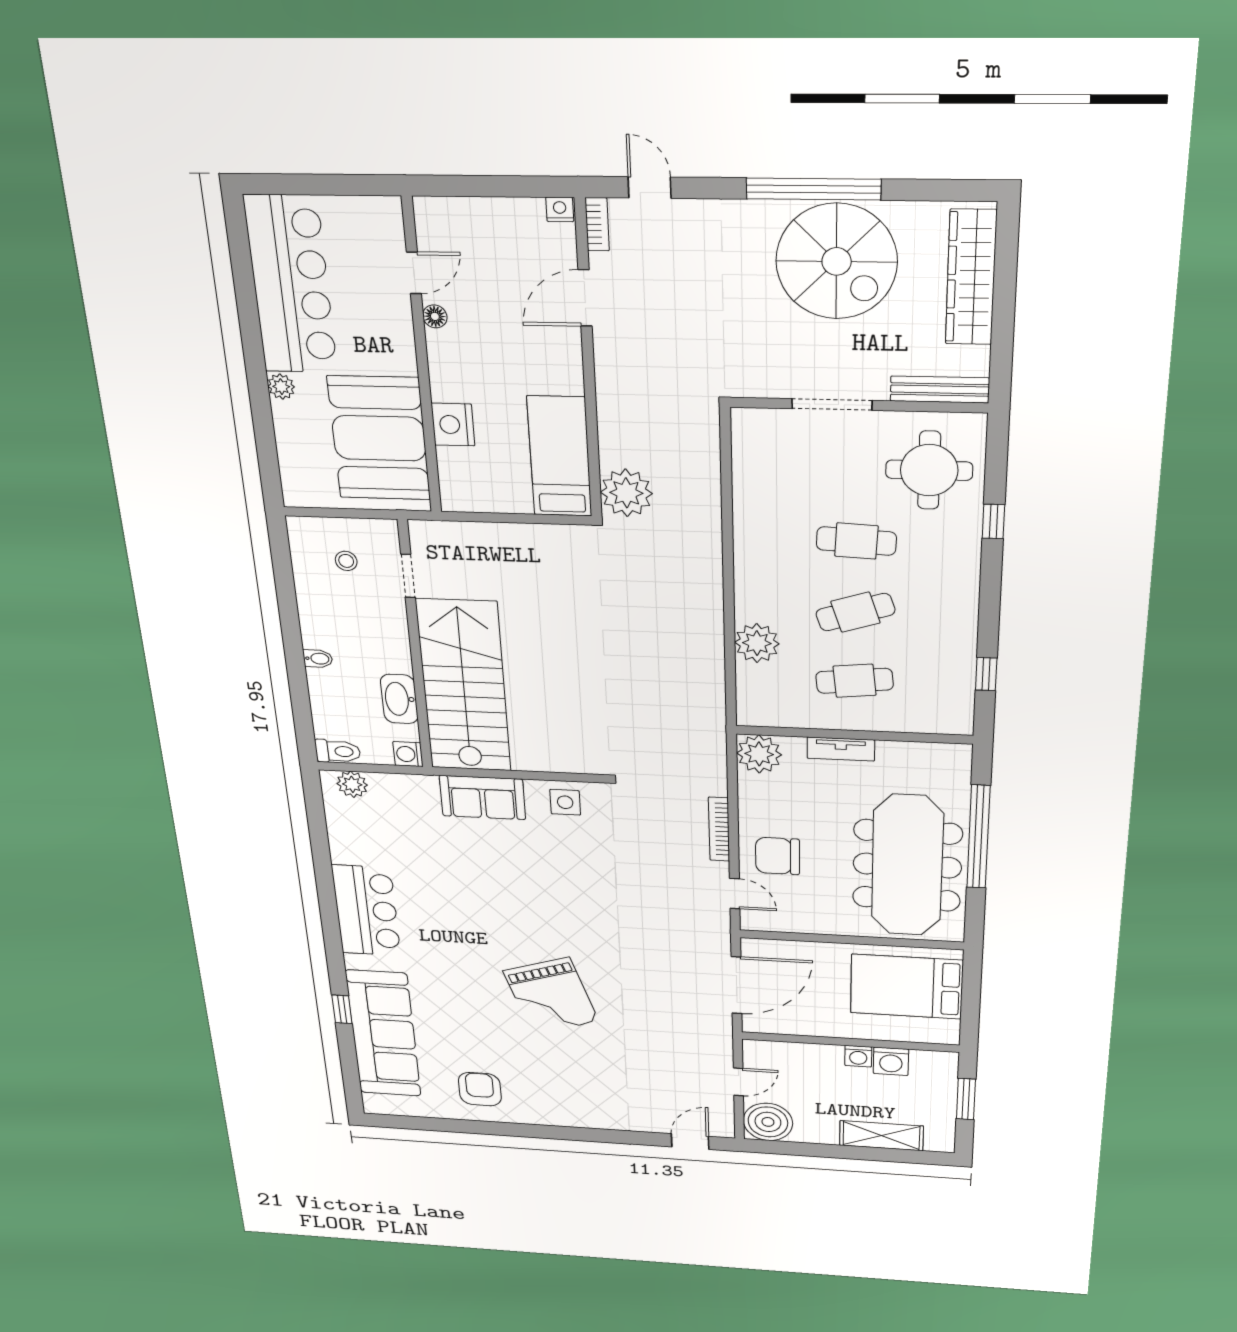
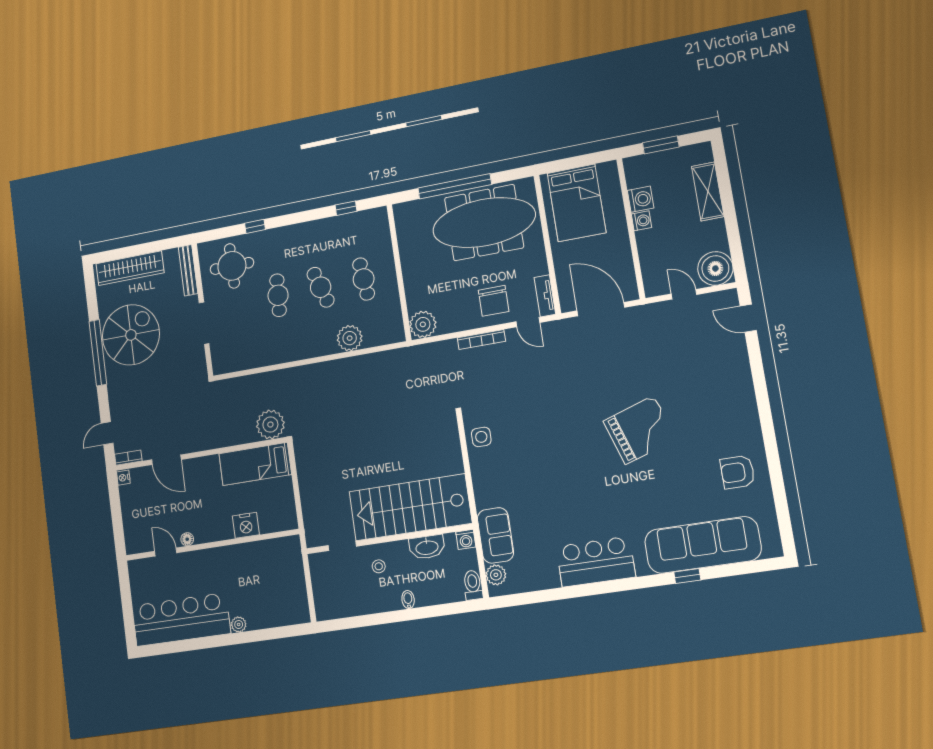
booth: (379, 438) -> (260, 567), removed
stool: (346, 561) -> (379, 566), moved
tv unit: (841, 749) -> (545, 296), moved, turned 180
sofa: (482, 797) -> (495, 535), moved
door: (735, 894) -> (528, 322), swing flipped

